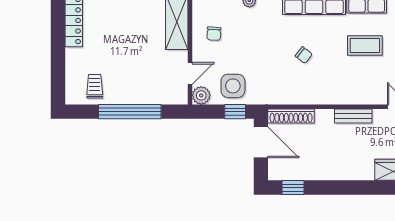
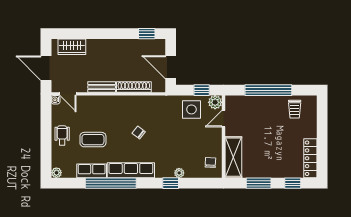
chair: (214, 34) -> (210, 163), moved
window: (235, 112) -> (202, 90), moved
shoe rack: (291, 116) -> (134, 87), moved

